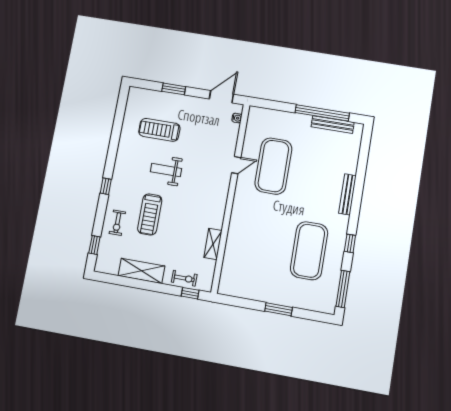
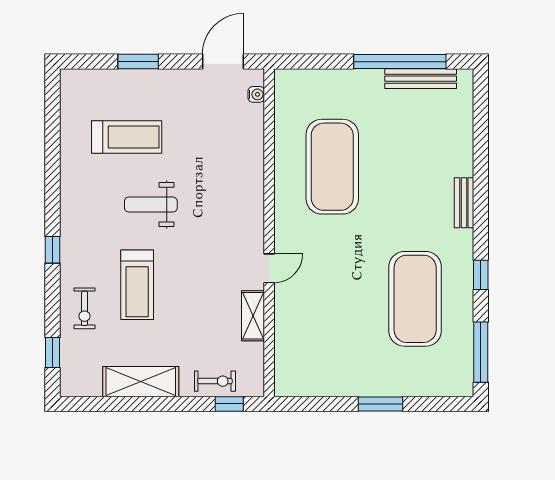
treadmill: (159, 130) -> (127, 137), turned 180
door: (236, 165) -> (269, 268), moved
bench: (347, 194) -> (464, 203), width x0.73

